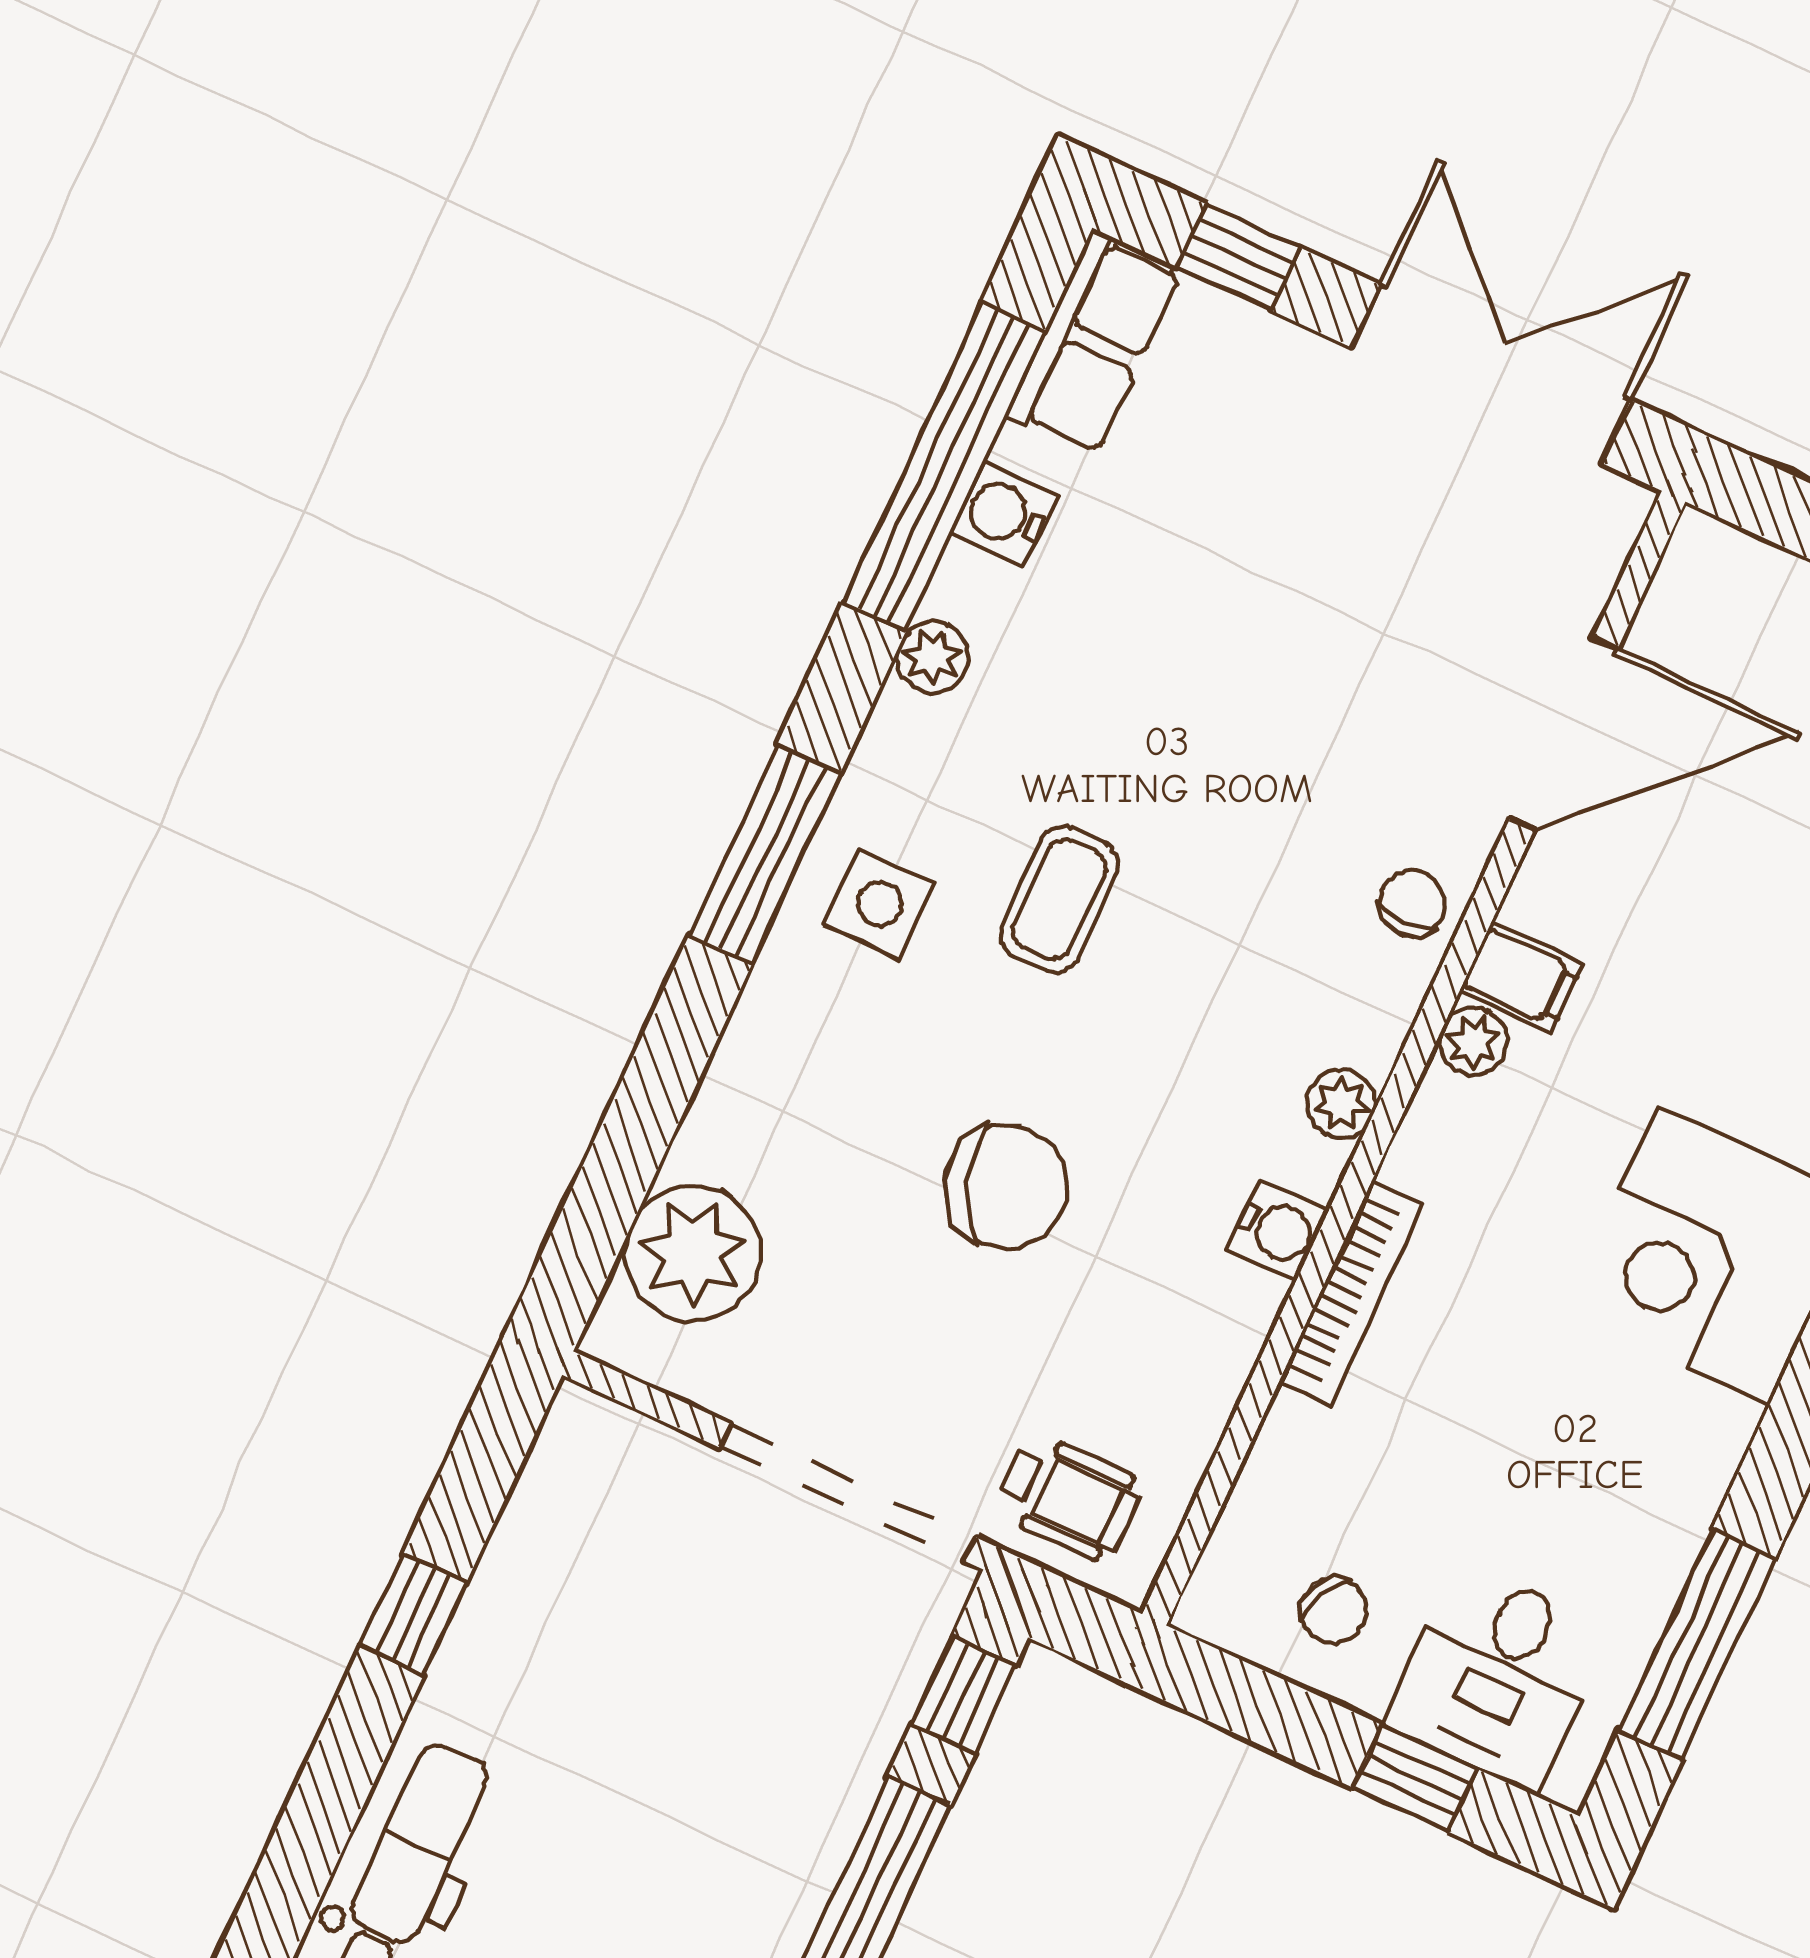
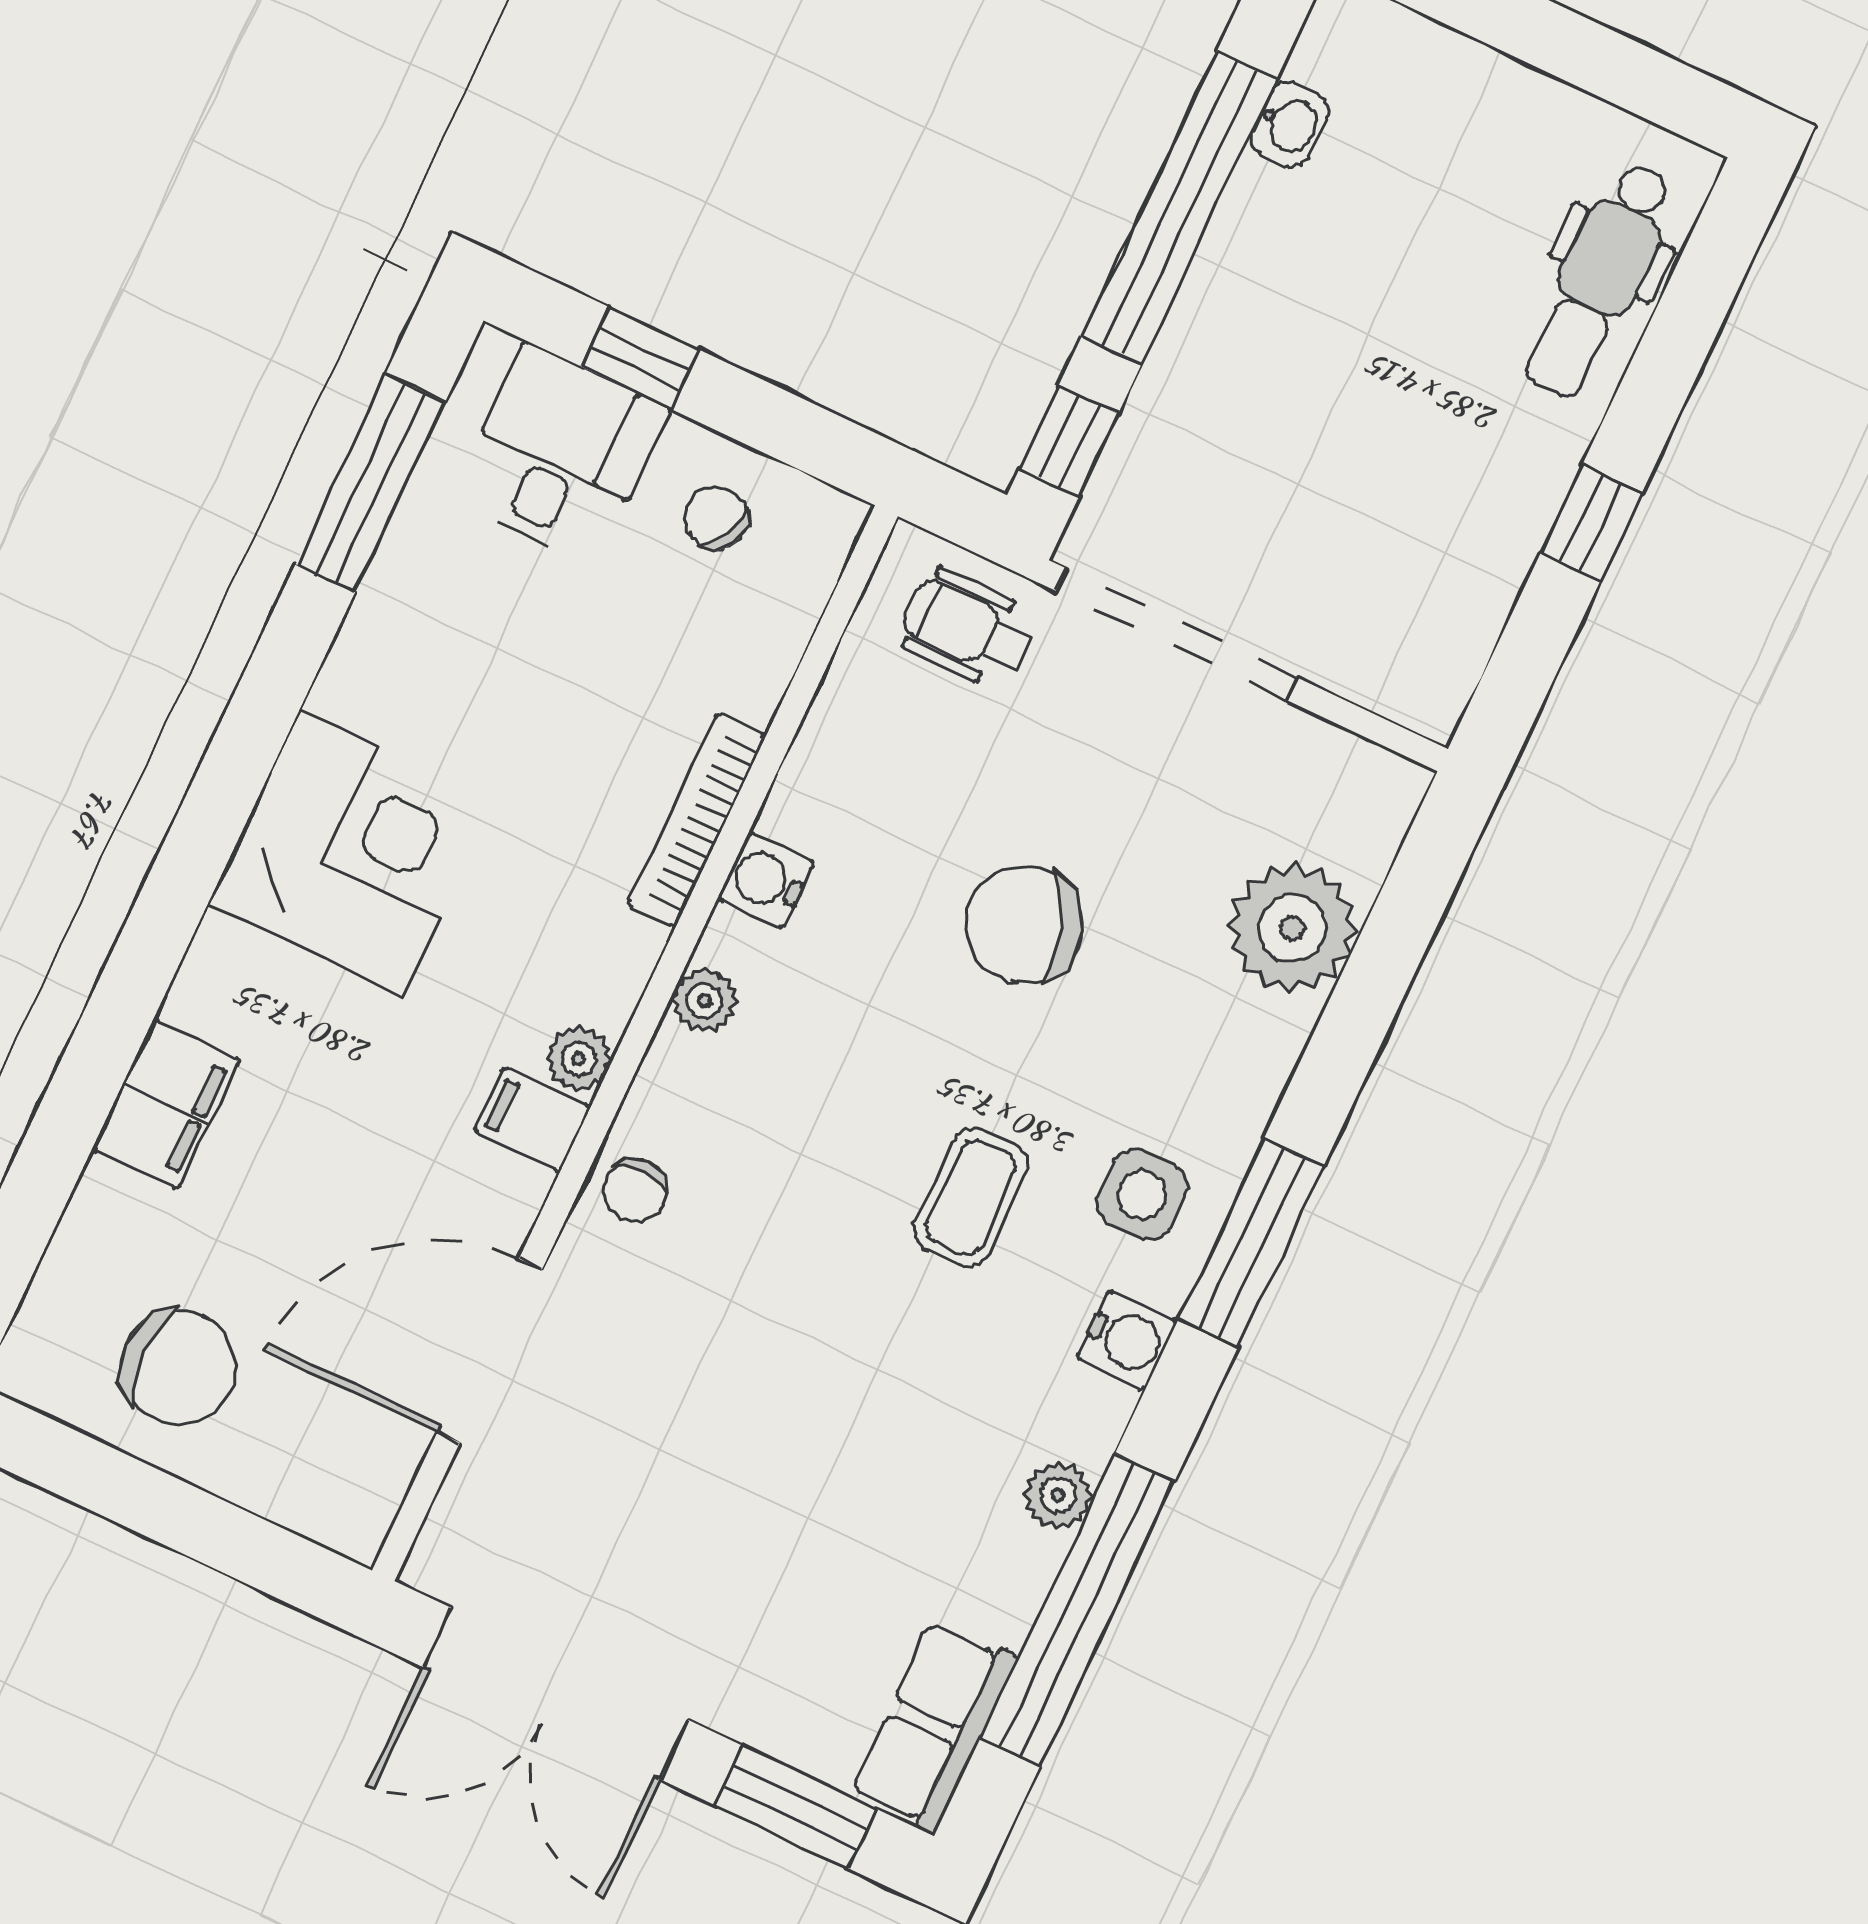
window: (1239, 257) -> (795, 1807), width x1.50
water cooler: (1004, 514) -> (1127, 1340), moved
plant: (933, 657) -> (1058, 1495), moved
plant: (693, 1253) -> (1292, 928), moved

